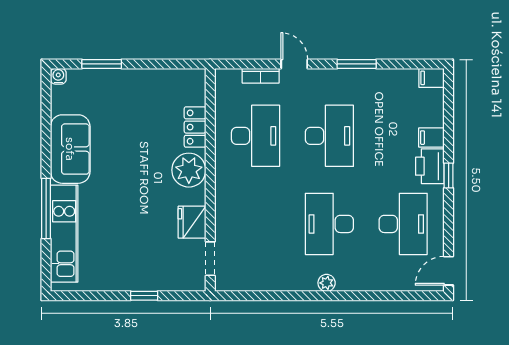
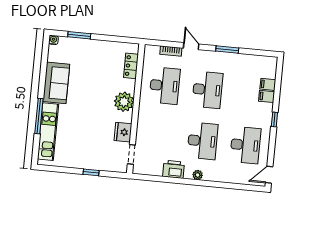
filing cabinet: (432, 78) -> (268, 84), moved
locker: (195, 127) -> (131, 66), moved
printer: (430, 166) -> (174, 169), moved, turned 90
desk: (329, 224) -> (203, 141), turned 180

